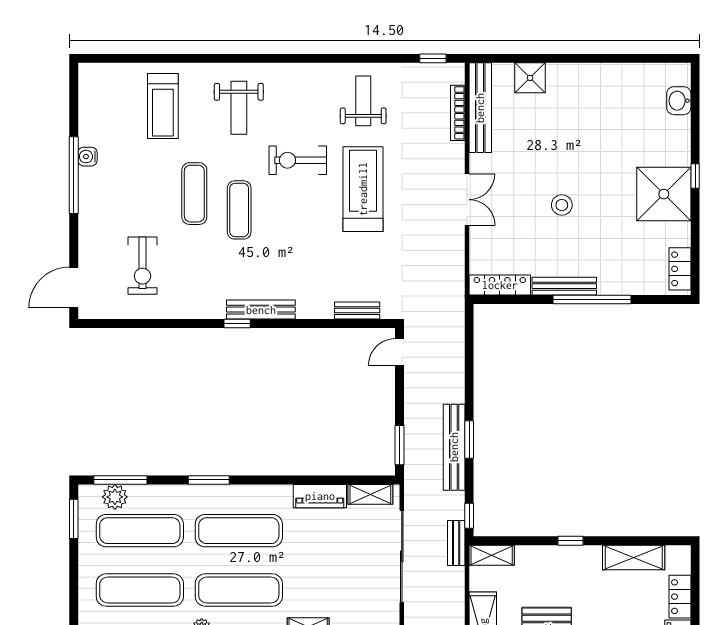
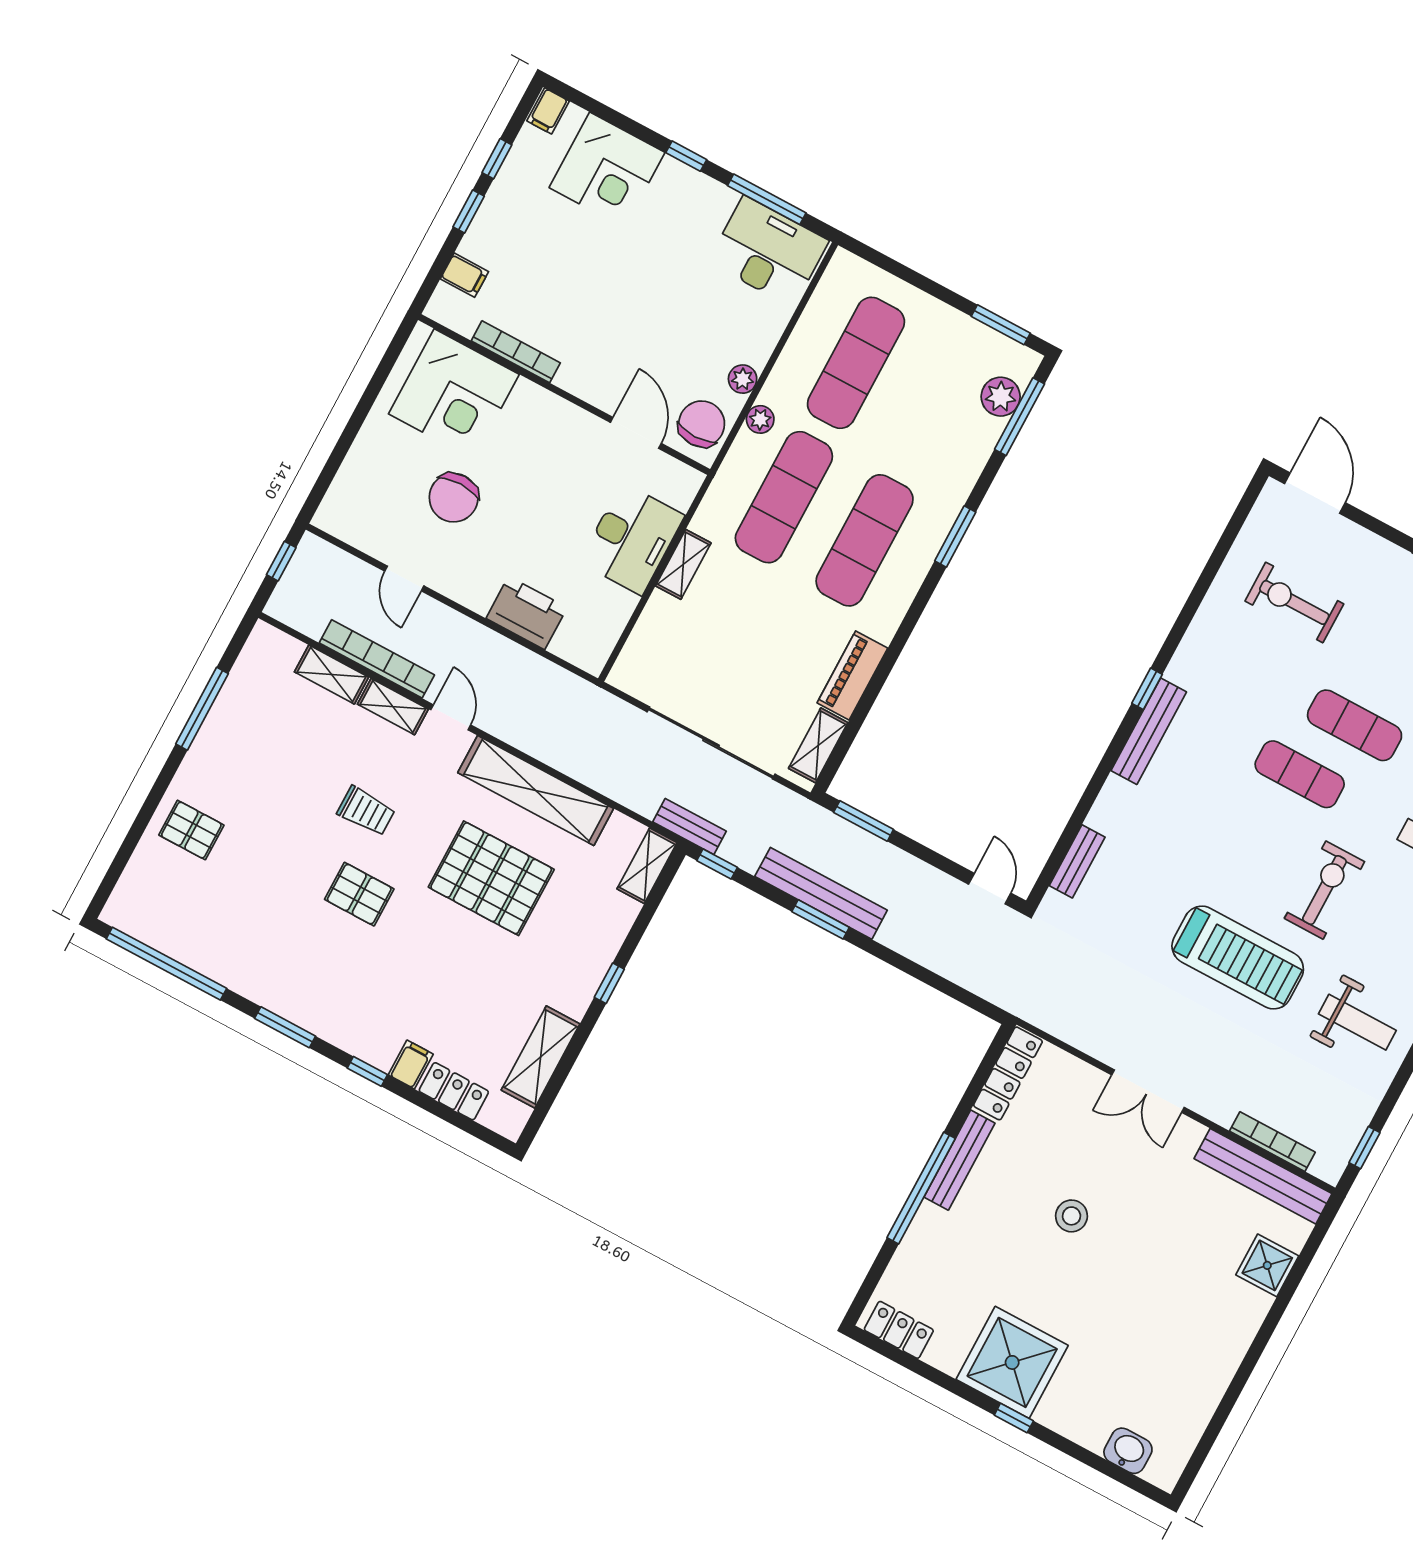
exercise mat: (140, 531) -> (937, 406), removed

